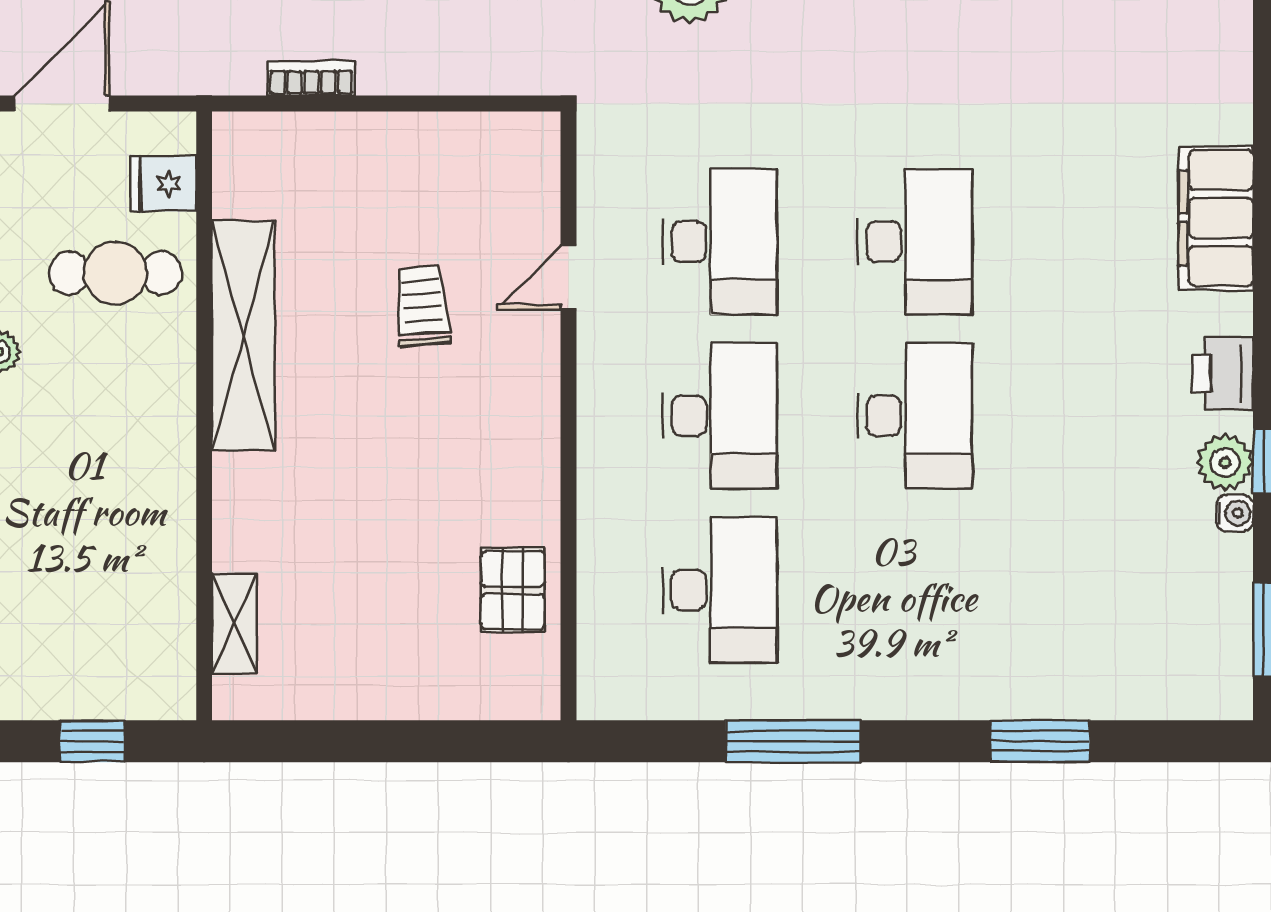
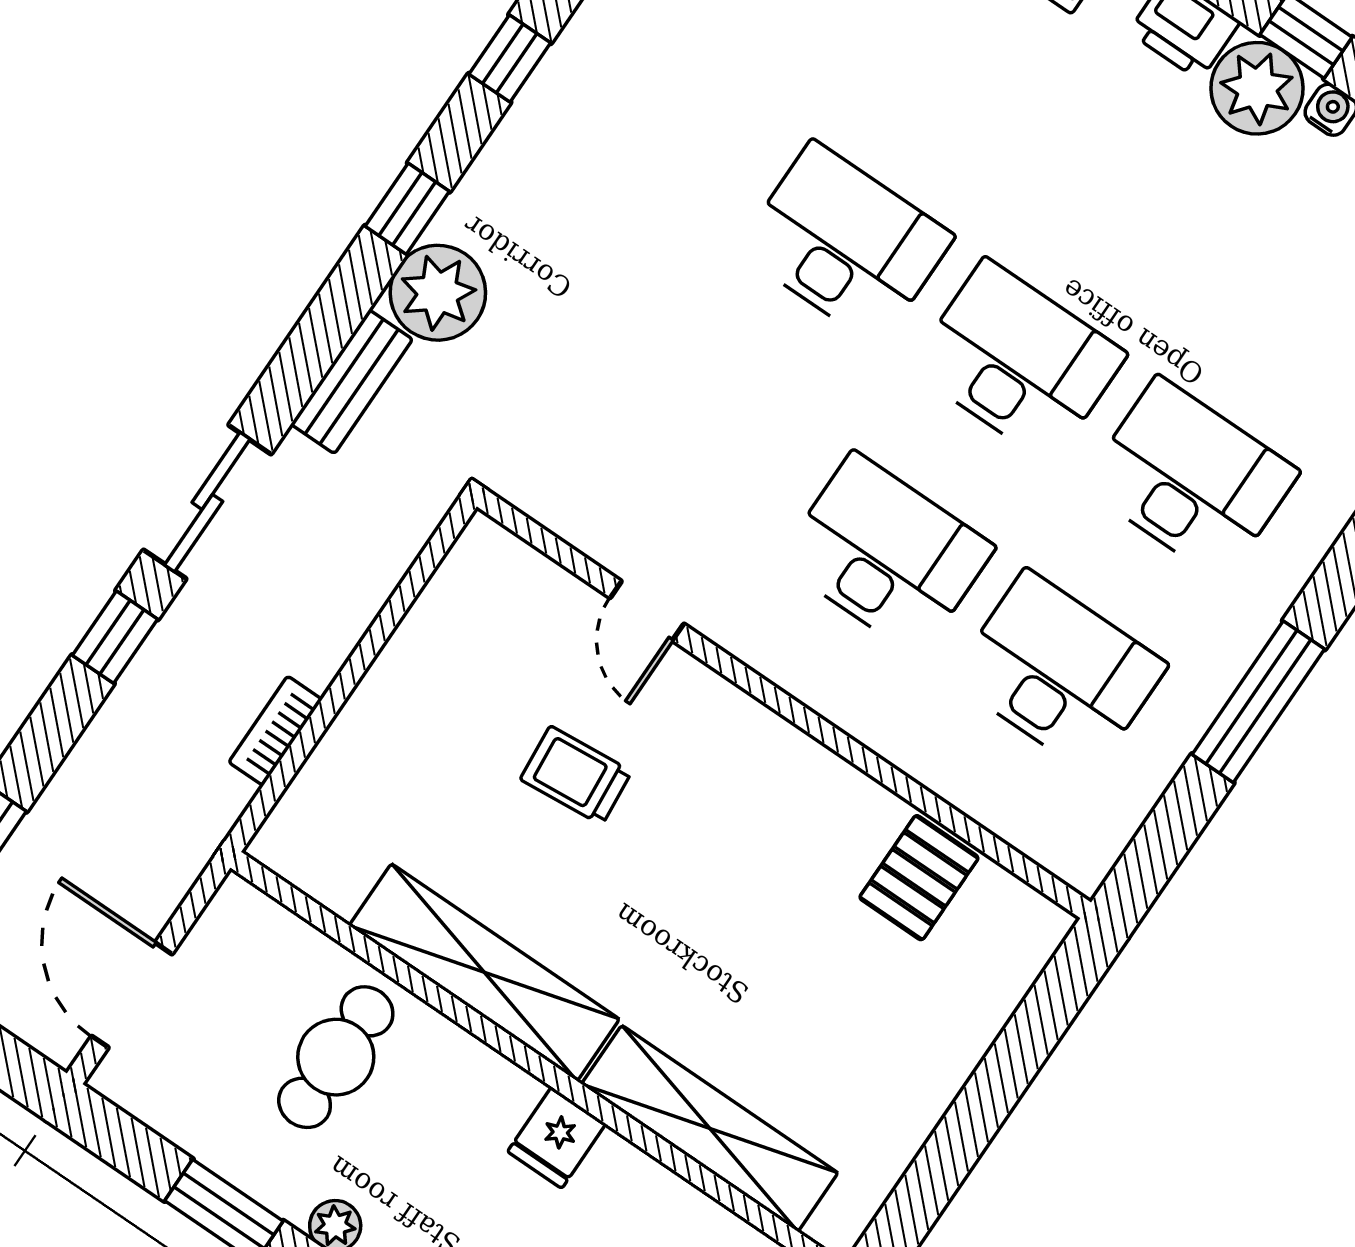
fridge: (163, 184) -> (557, 1138), moved
desk: (720, 242) -> (1191, 479), moved
plant: (1225, 462) -> (1257, 88), width x1.36, depth x1.36
pallet: (513, 590) -> (919, 878), turned 90
shelving: (234, 624) -> (710, 1128), width x2.20, depth x1.33

